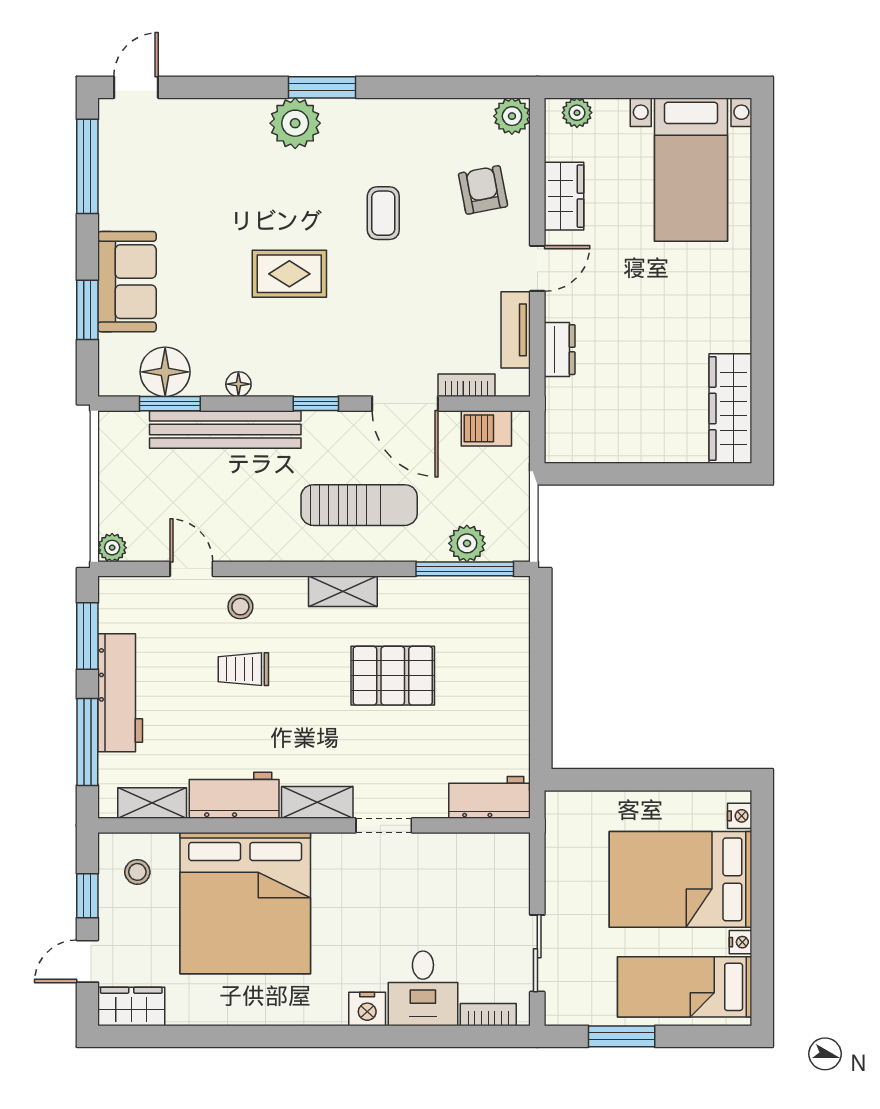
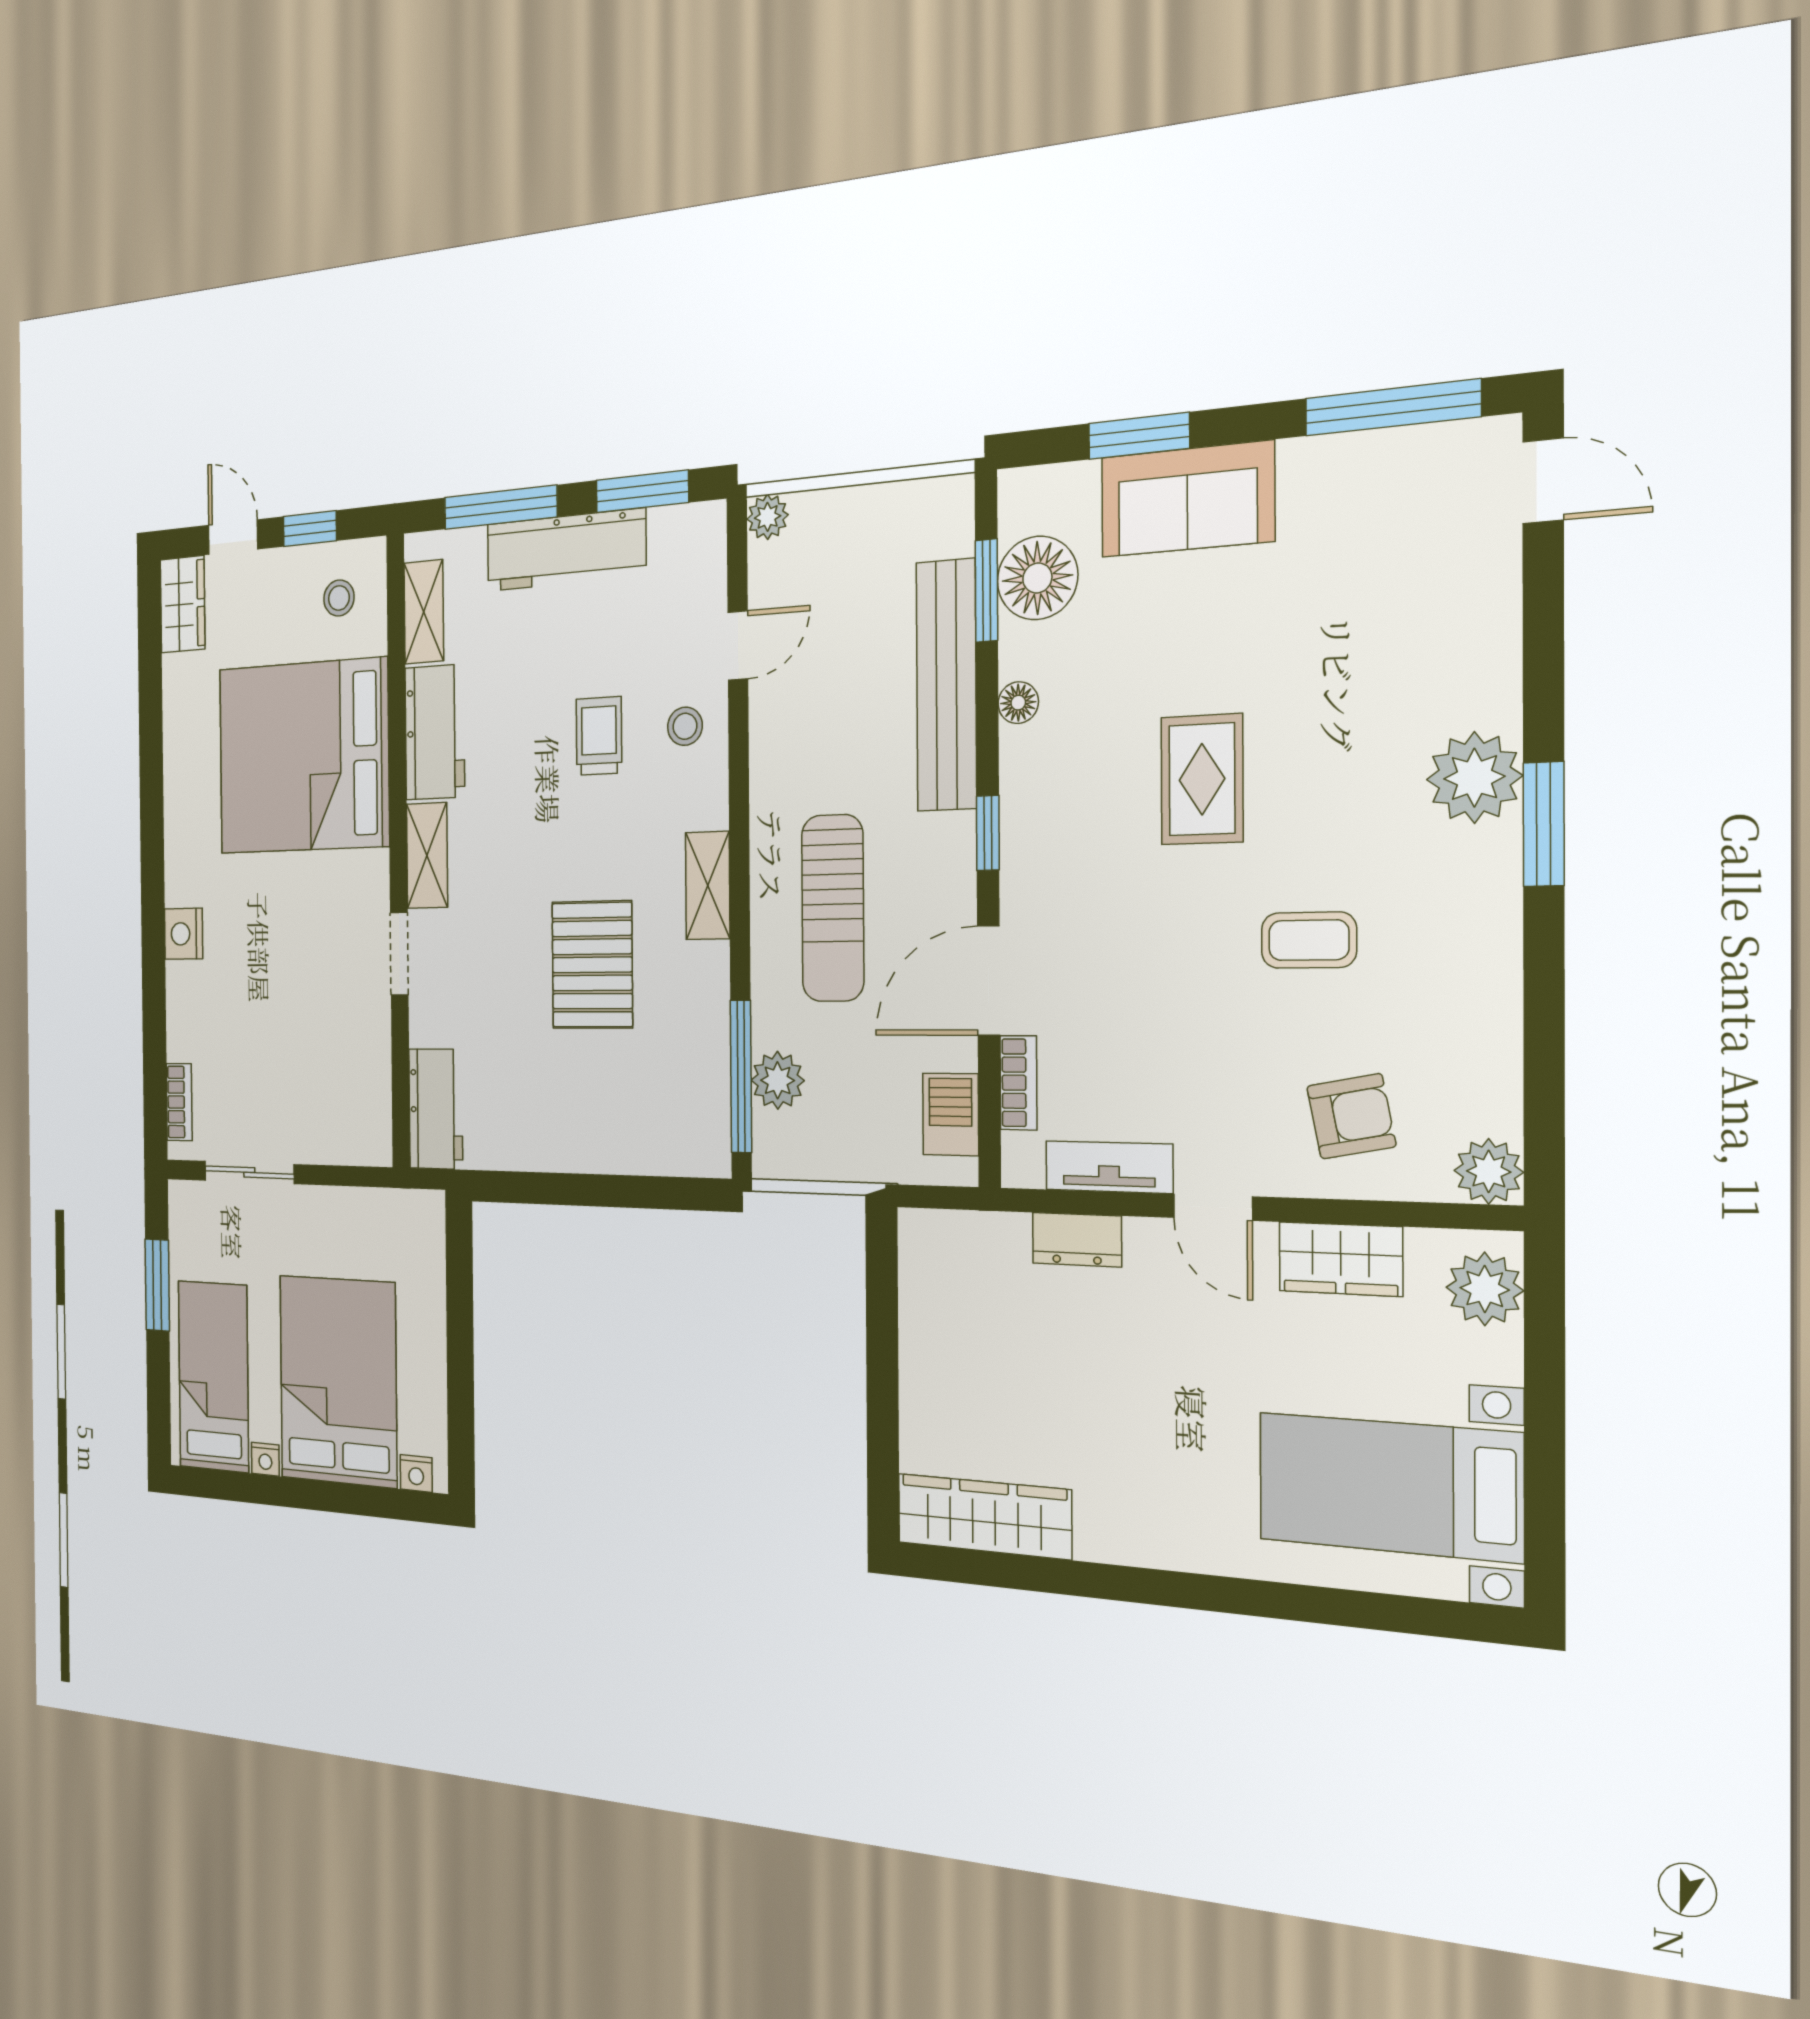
plant: (577, 113) -> (1485, 1289), width x1.38, depth x1.38
desk: (423, 988) -> (208, 1011), removed

